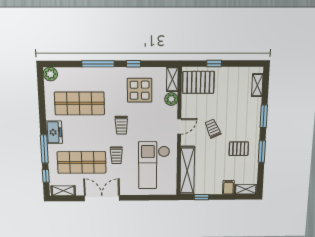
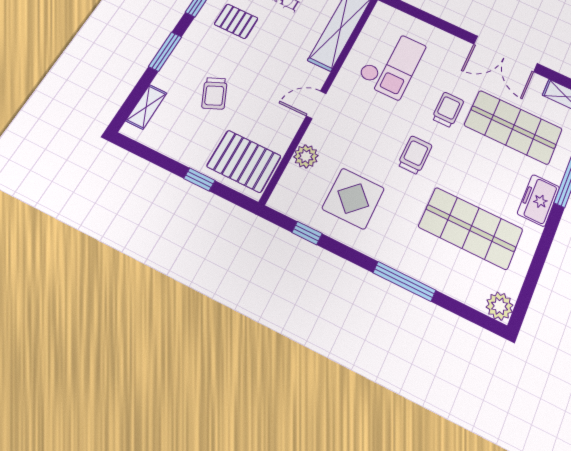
window: (134, 64) -> (307, 233), moved
shelving: (172, 79) -> (286, 189), removed
trolley: (213, 129) -> (215, 93), moved
checkout: (154, 165) -> (392, 63), width x0.73, depth x0.83

